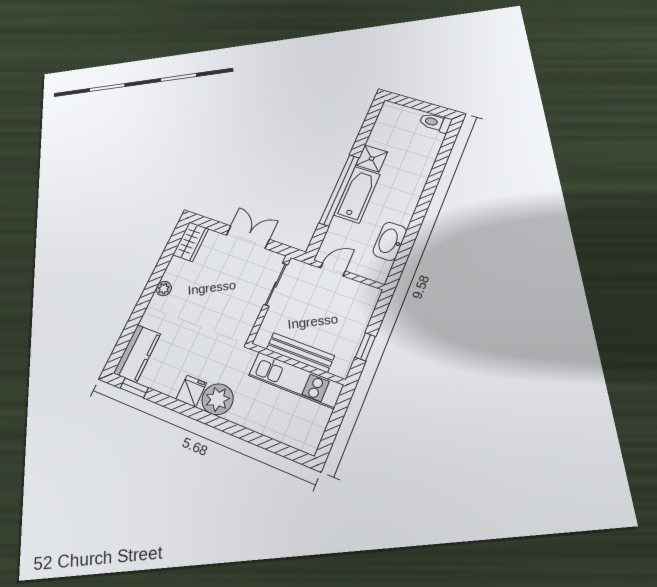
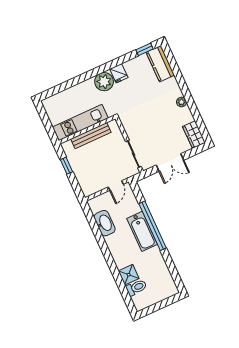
toilet: (435, 123) -> (136, 287), moved
shower: (372, 159) -> (129, 275), moved

